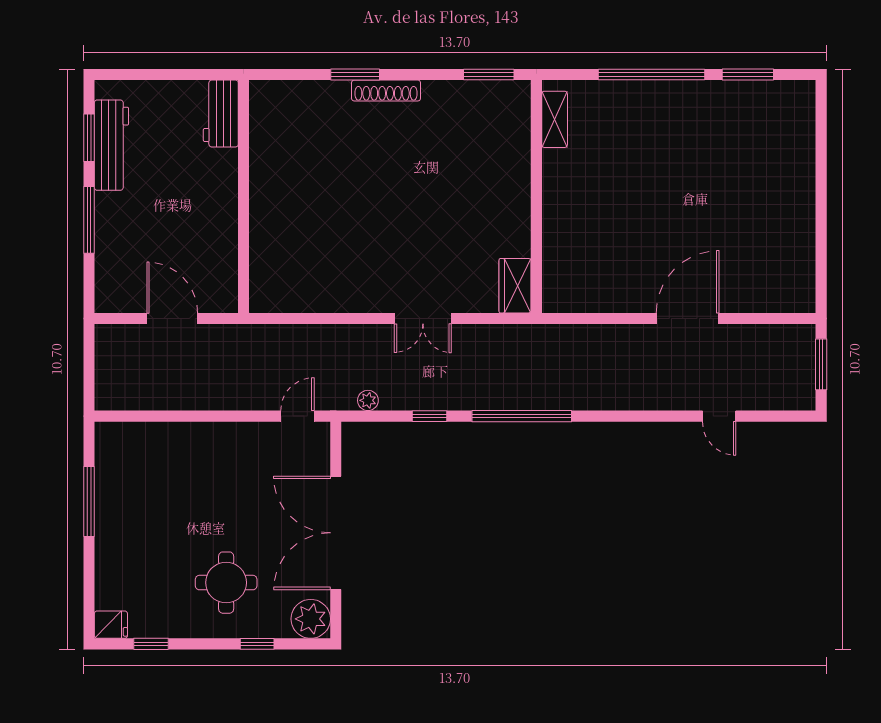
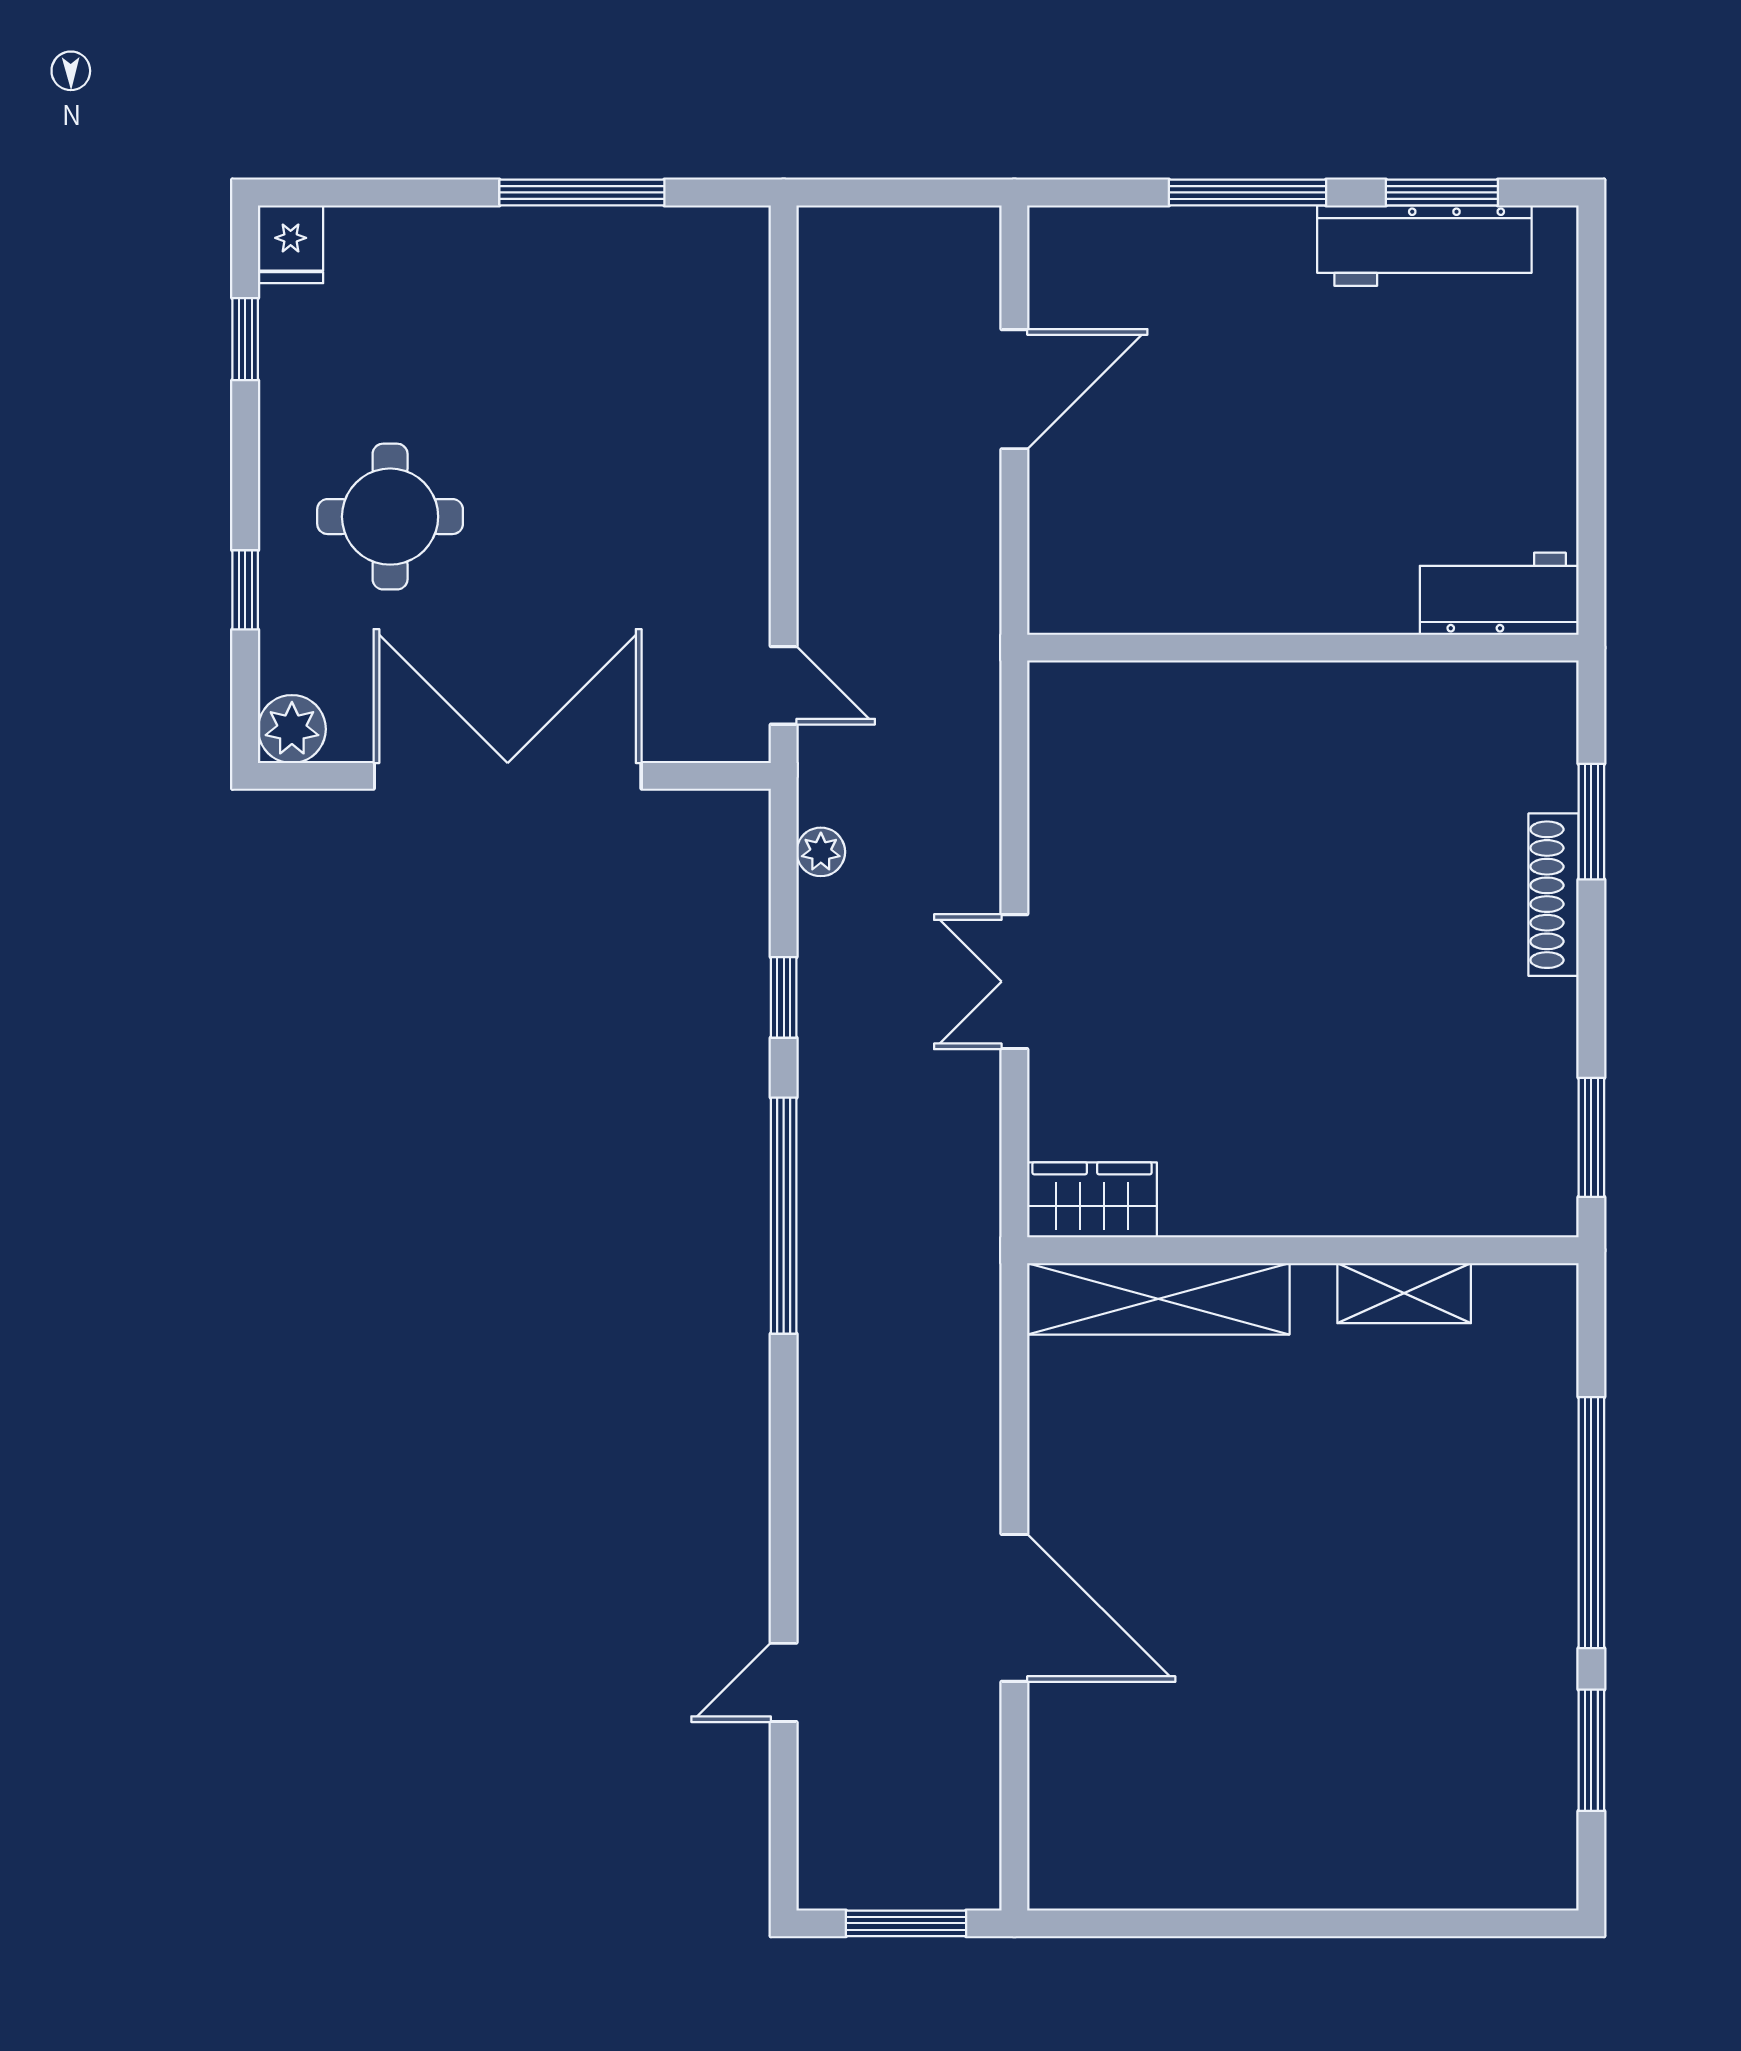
workbench: (221, 113) -> (1499, 594), moved
shelving: (555, 119) -> (1404, 1293), moved
wall: (244, 197) -> (1303, 648), moved
shelving: (557, 258) -> (1158, 1299), added
plant: (311, 619) -> (292, 729), width x0.73, depth x0.73

